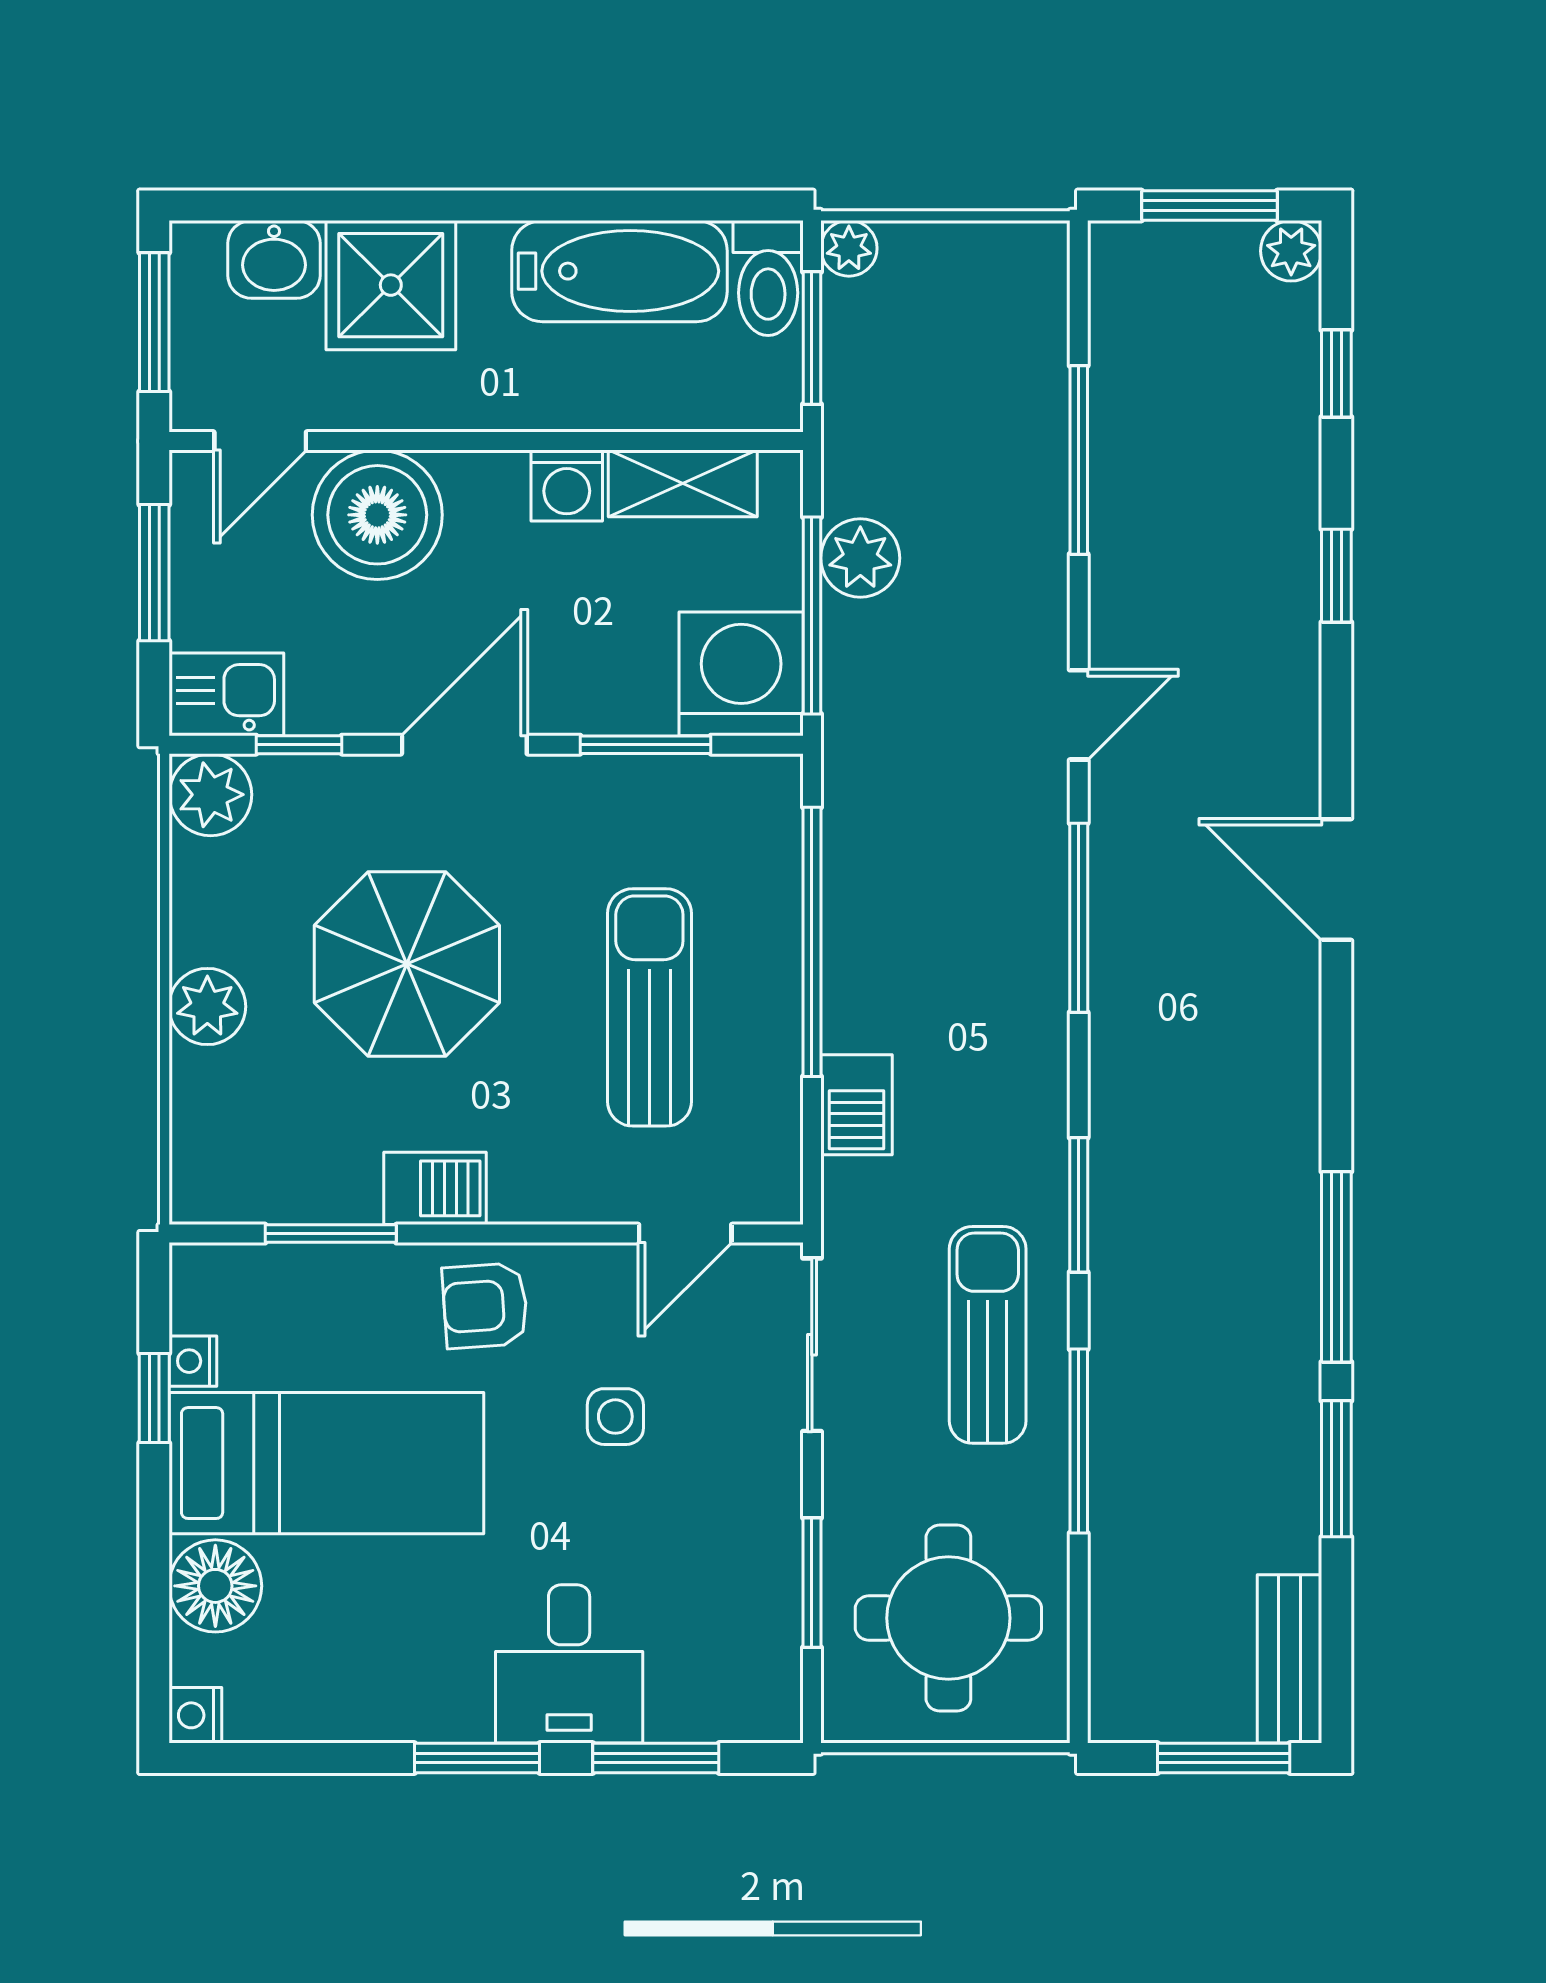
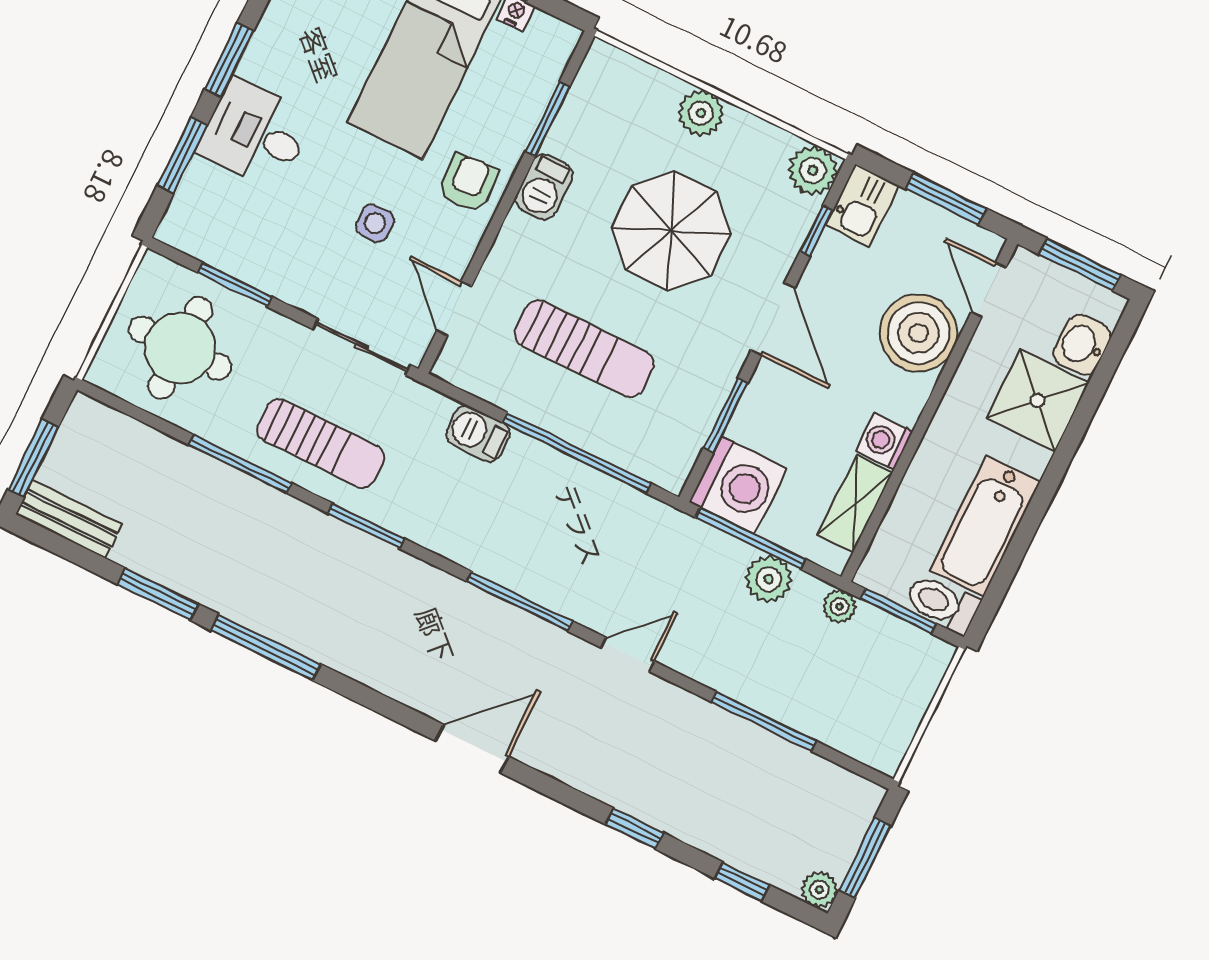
plant: (849, 248) -> (839, 606), moved
door: (1079, 715) -> (628, 655), swing flipped

